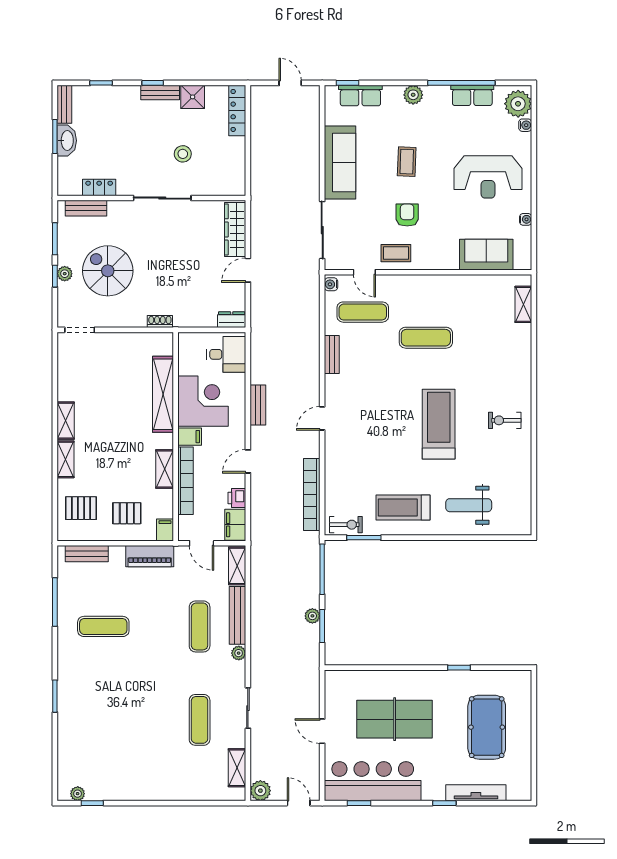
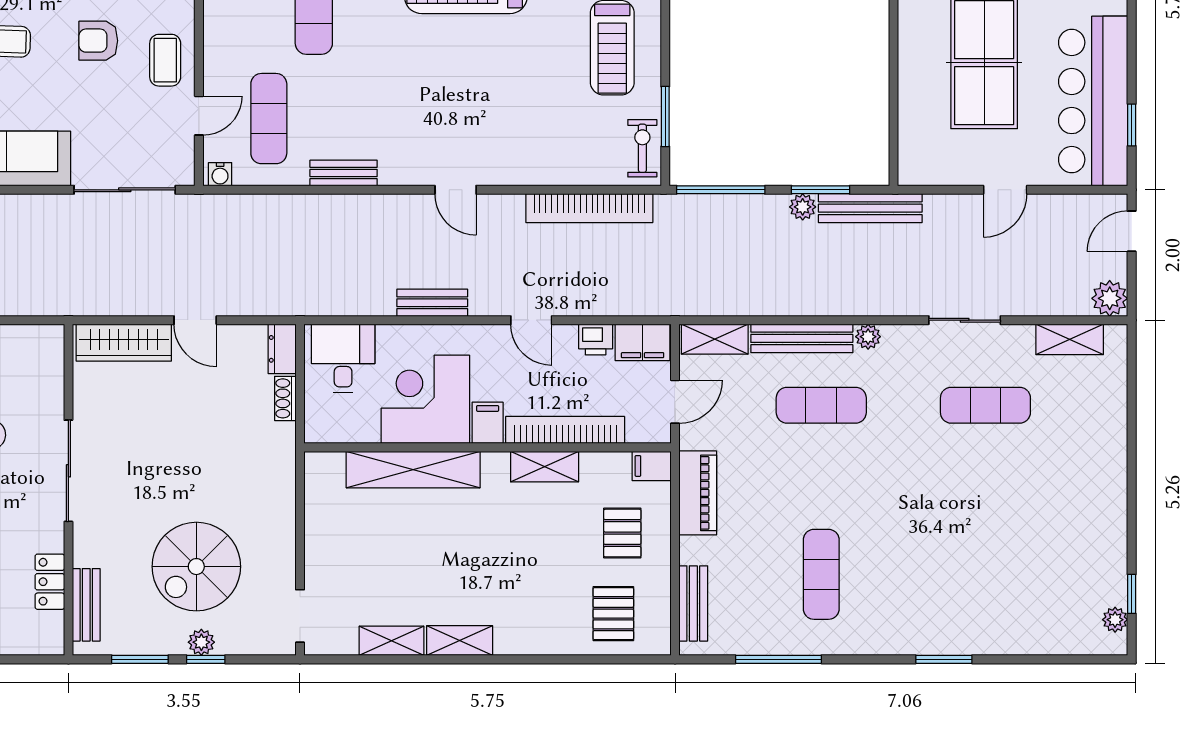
shoe rack: (160, 321) -> (285, 398), moved
shelving: (65, 459) -> (391, 641), moved
bench: (312, 654) -> (870, 208), added

